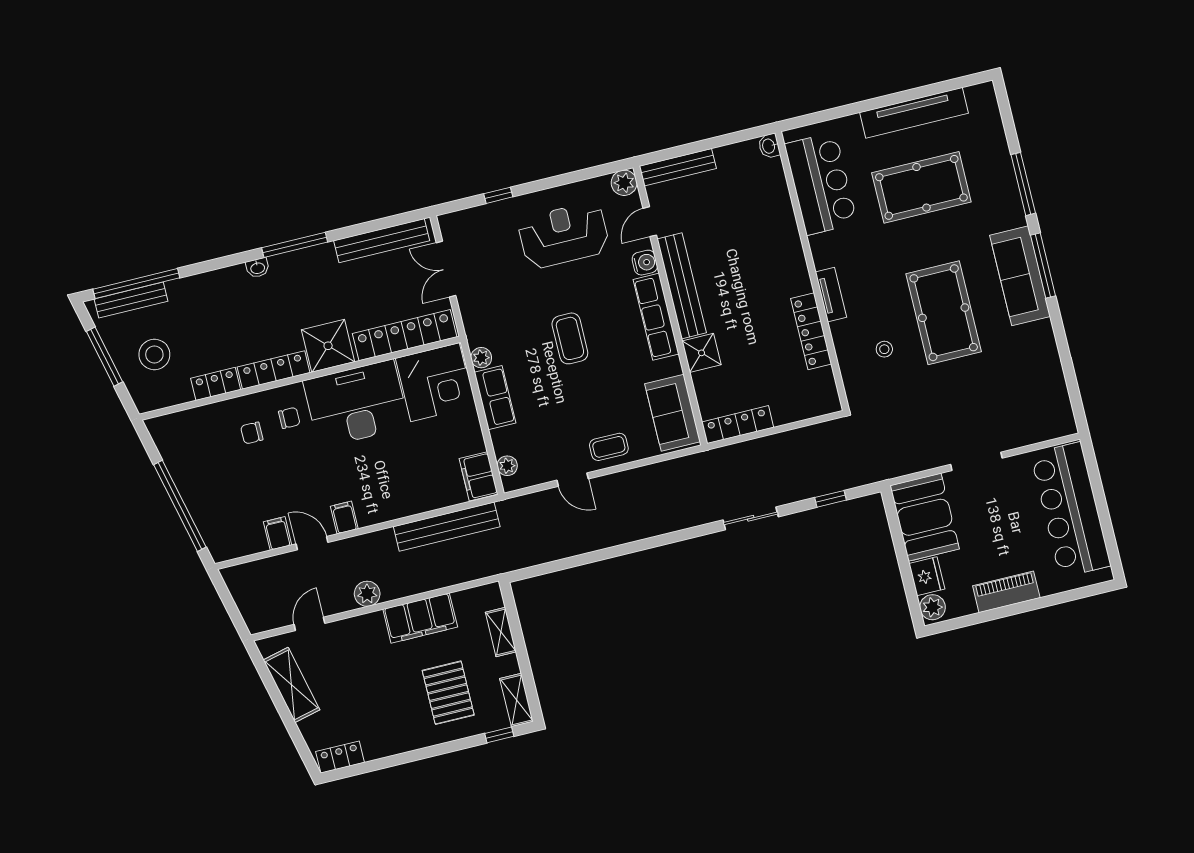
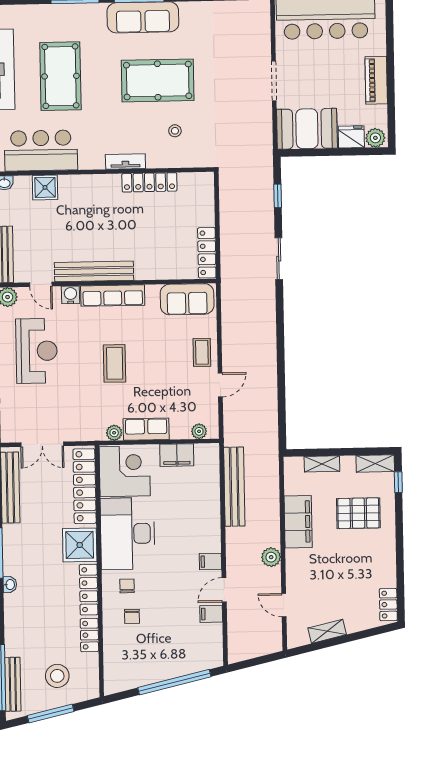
reception desk: (564, 235) -> (37, 351), turned 180
coffee table: (570, 338) -> (115, 363), turned 90
shower: (702, 353) -> (45, 187), moved
filing cabinet: (478, 476) -> (177, 455), moved
shelving: (292, 685) -> (327, 631), width x0.67, depth x0.75

